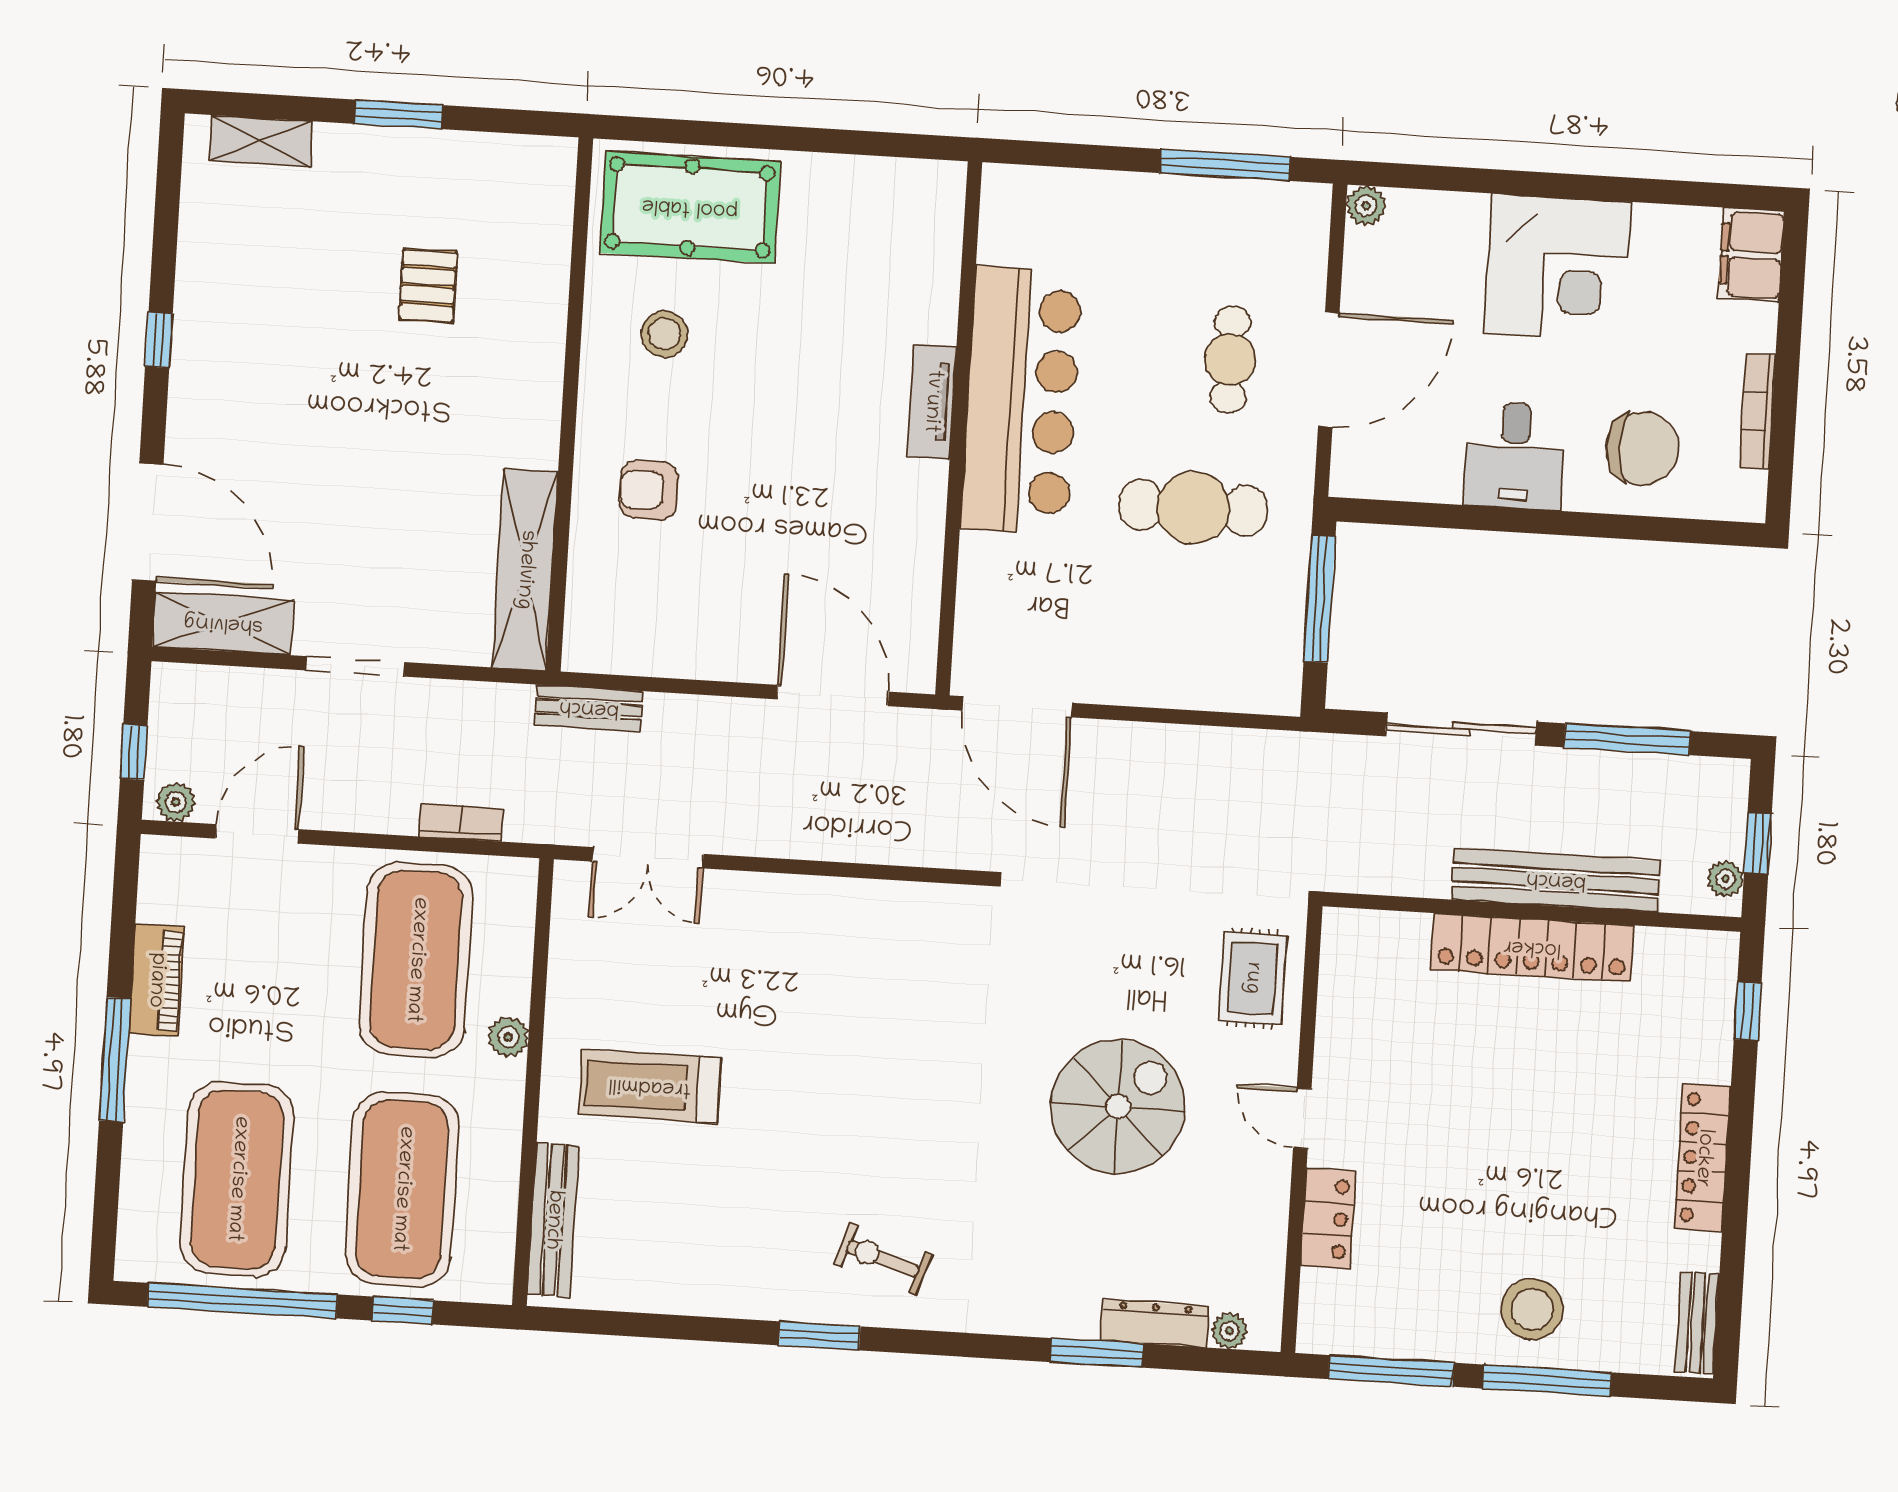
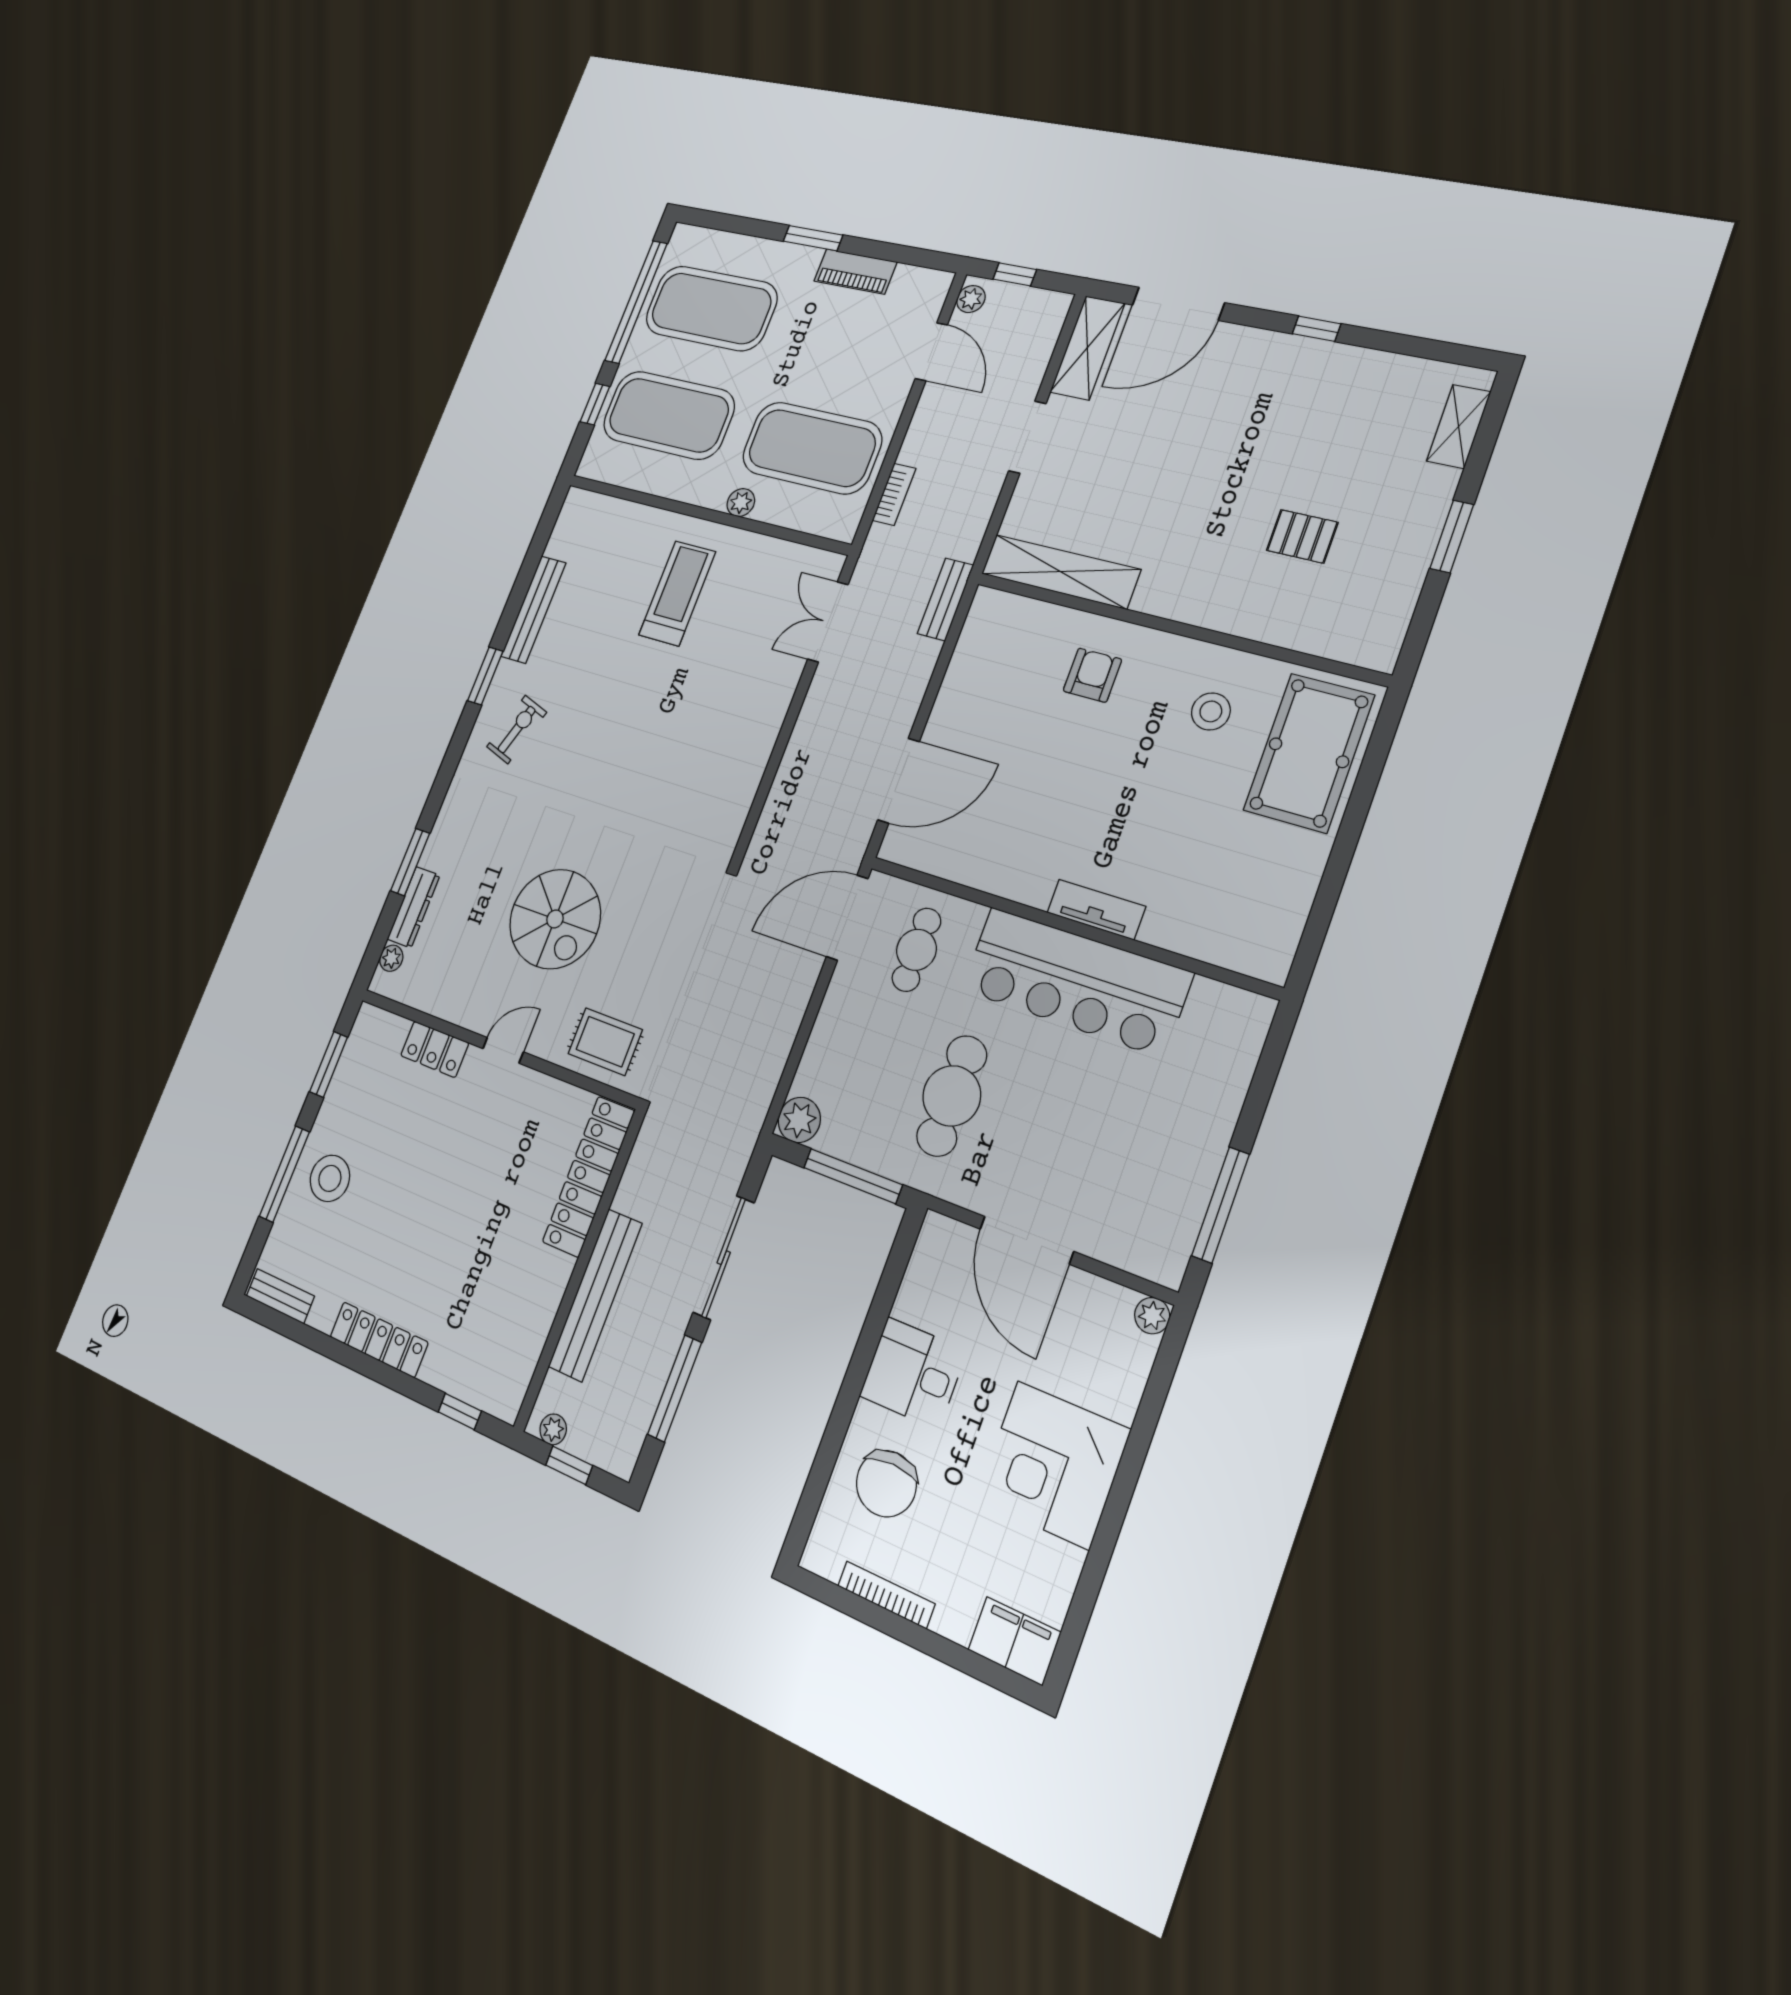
cafe table: (1230, 360) -> (916, 950), moved, turned 90
plant: (1274, 687) -> (799, 1120), added
locker: (1532, 947) -> (589, 1176), moved
window: (115, 1060) -> (813, 238), width x0.69
bench: (553, 1220) -> (534, 610), moved, turned 90
window: (1391, 1371) -> (329, 1064), width x0.69

